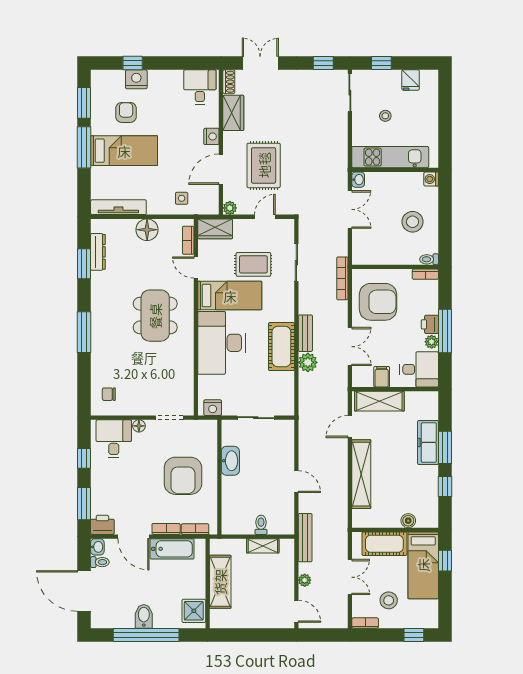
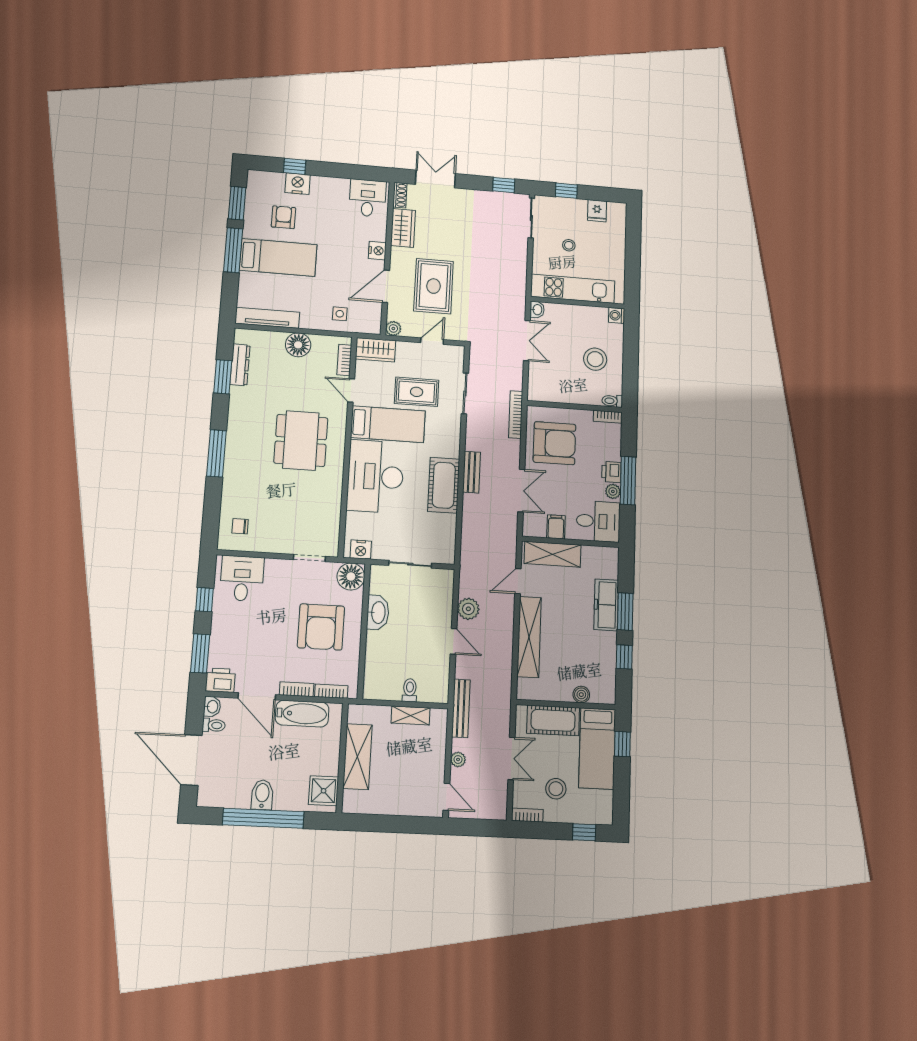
plant: (308, 362) -> (468, 609), moved
floor lamp: (139, 426) -> (351, 577), moved, width x1.89, depth x1.89

